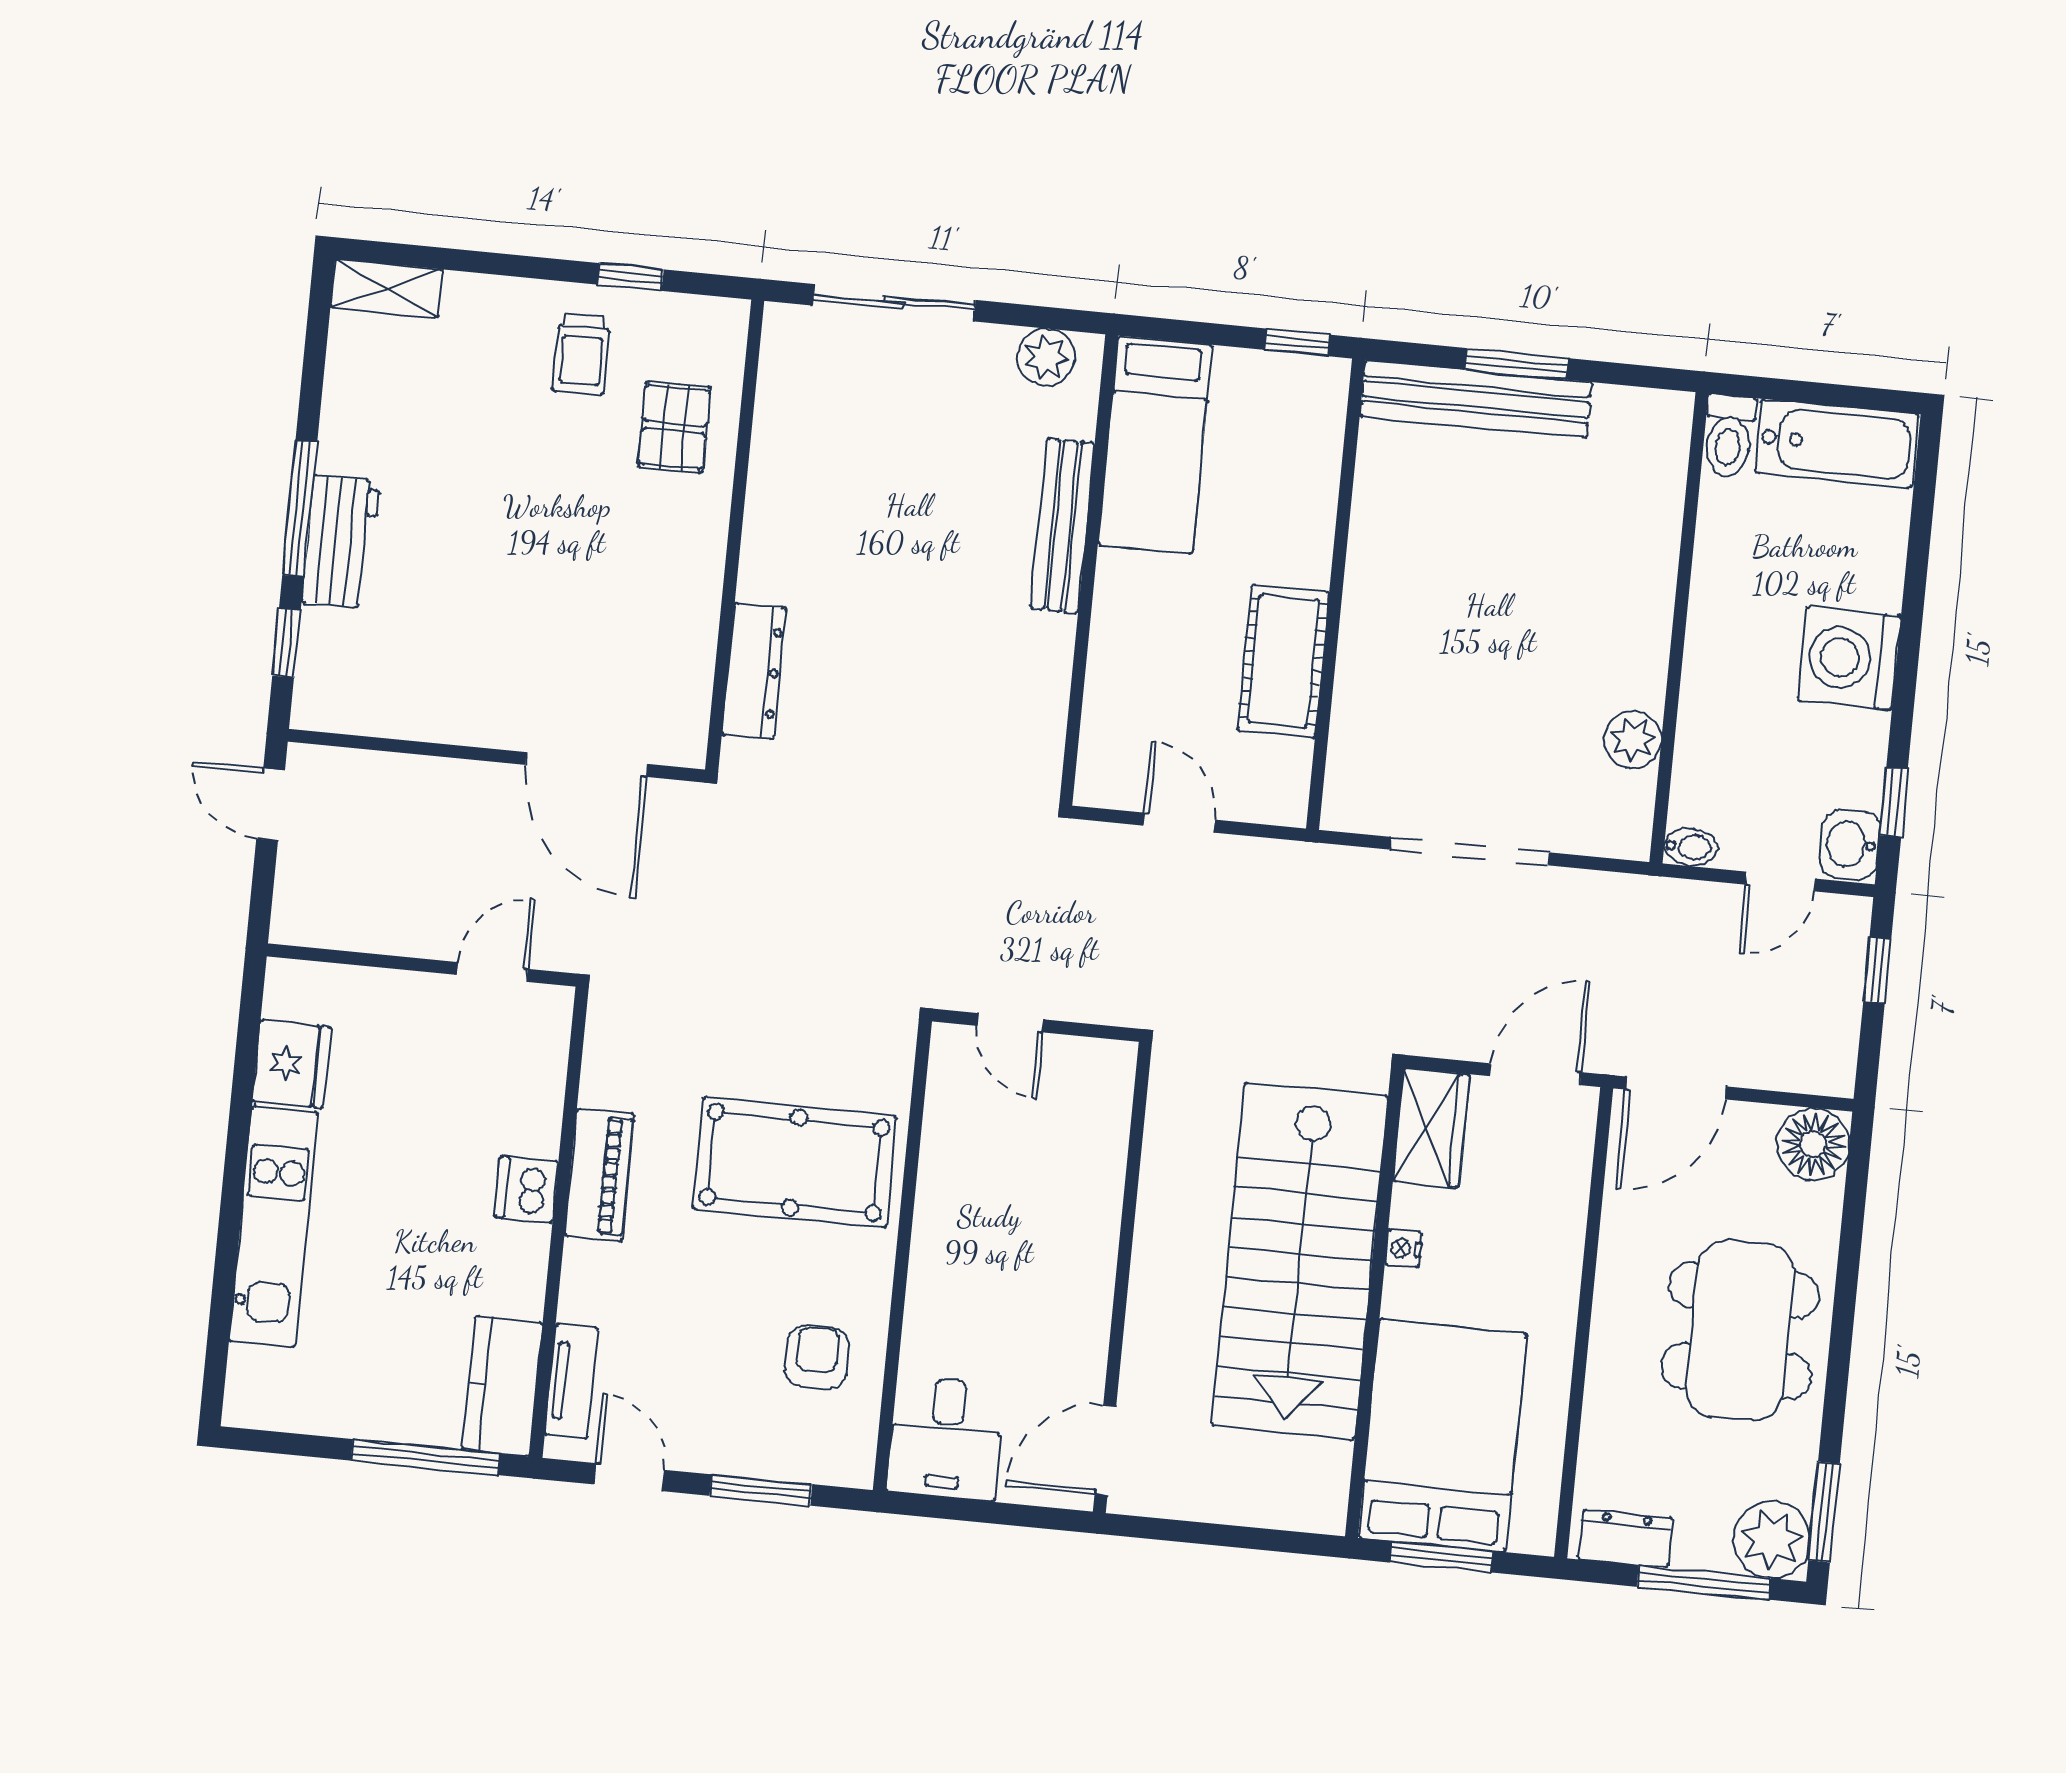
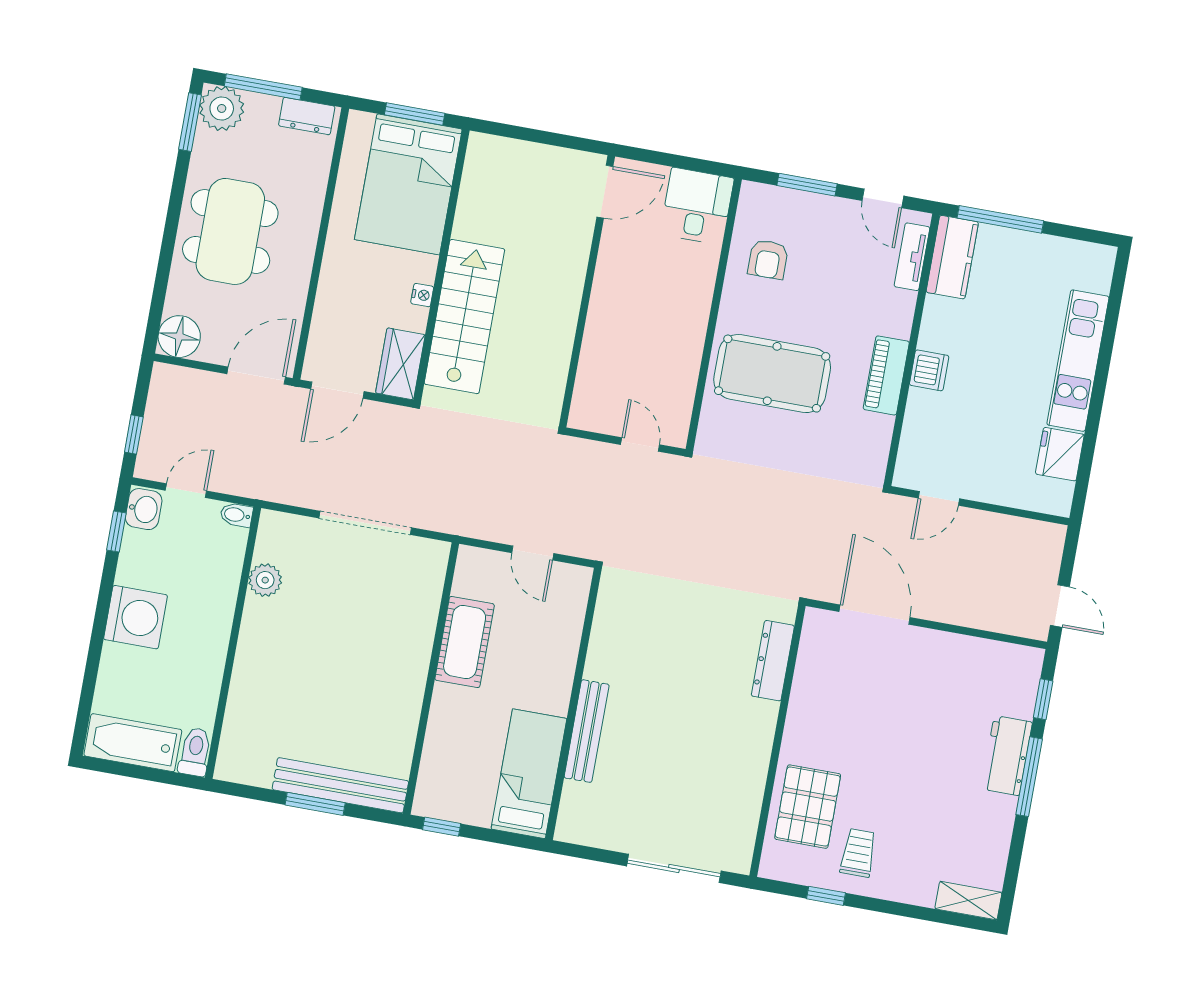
plant: (1046, 357) -> (588, 830), removed
pallet: (674, 427) -> (808, 807), width x1.50, depth x1.42
stairs: (1300, 1261) -> (464, 317), width x0.73, depth x0.66

